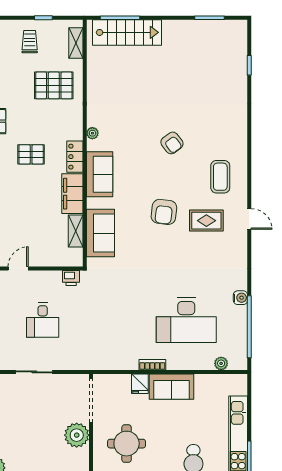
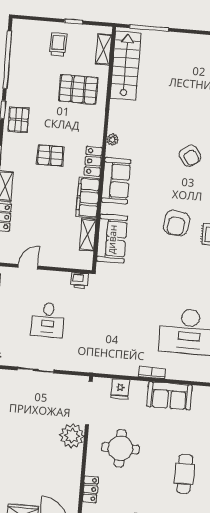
stairs: (127, 32) -> (126, 66), moved, turned -90
fridge: (140, 384) -> (120, 389), moved

